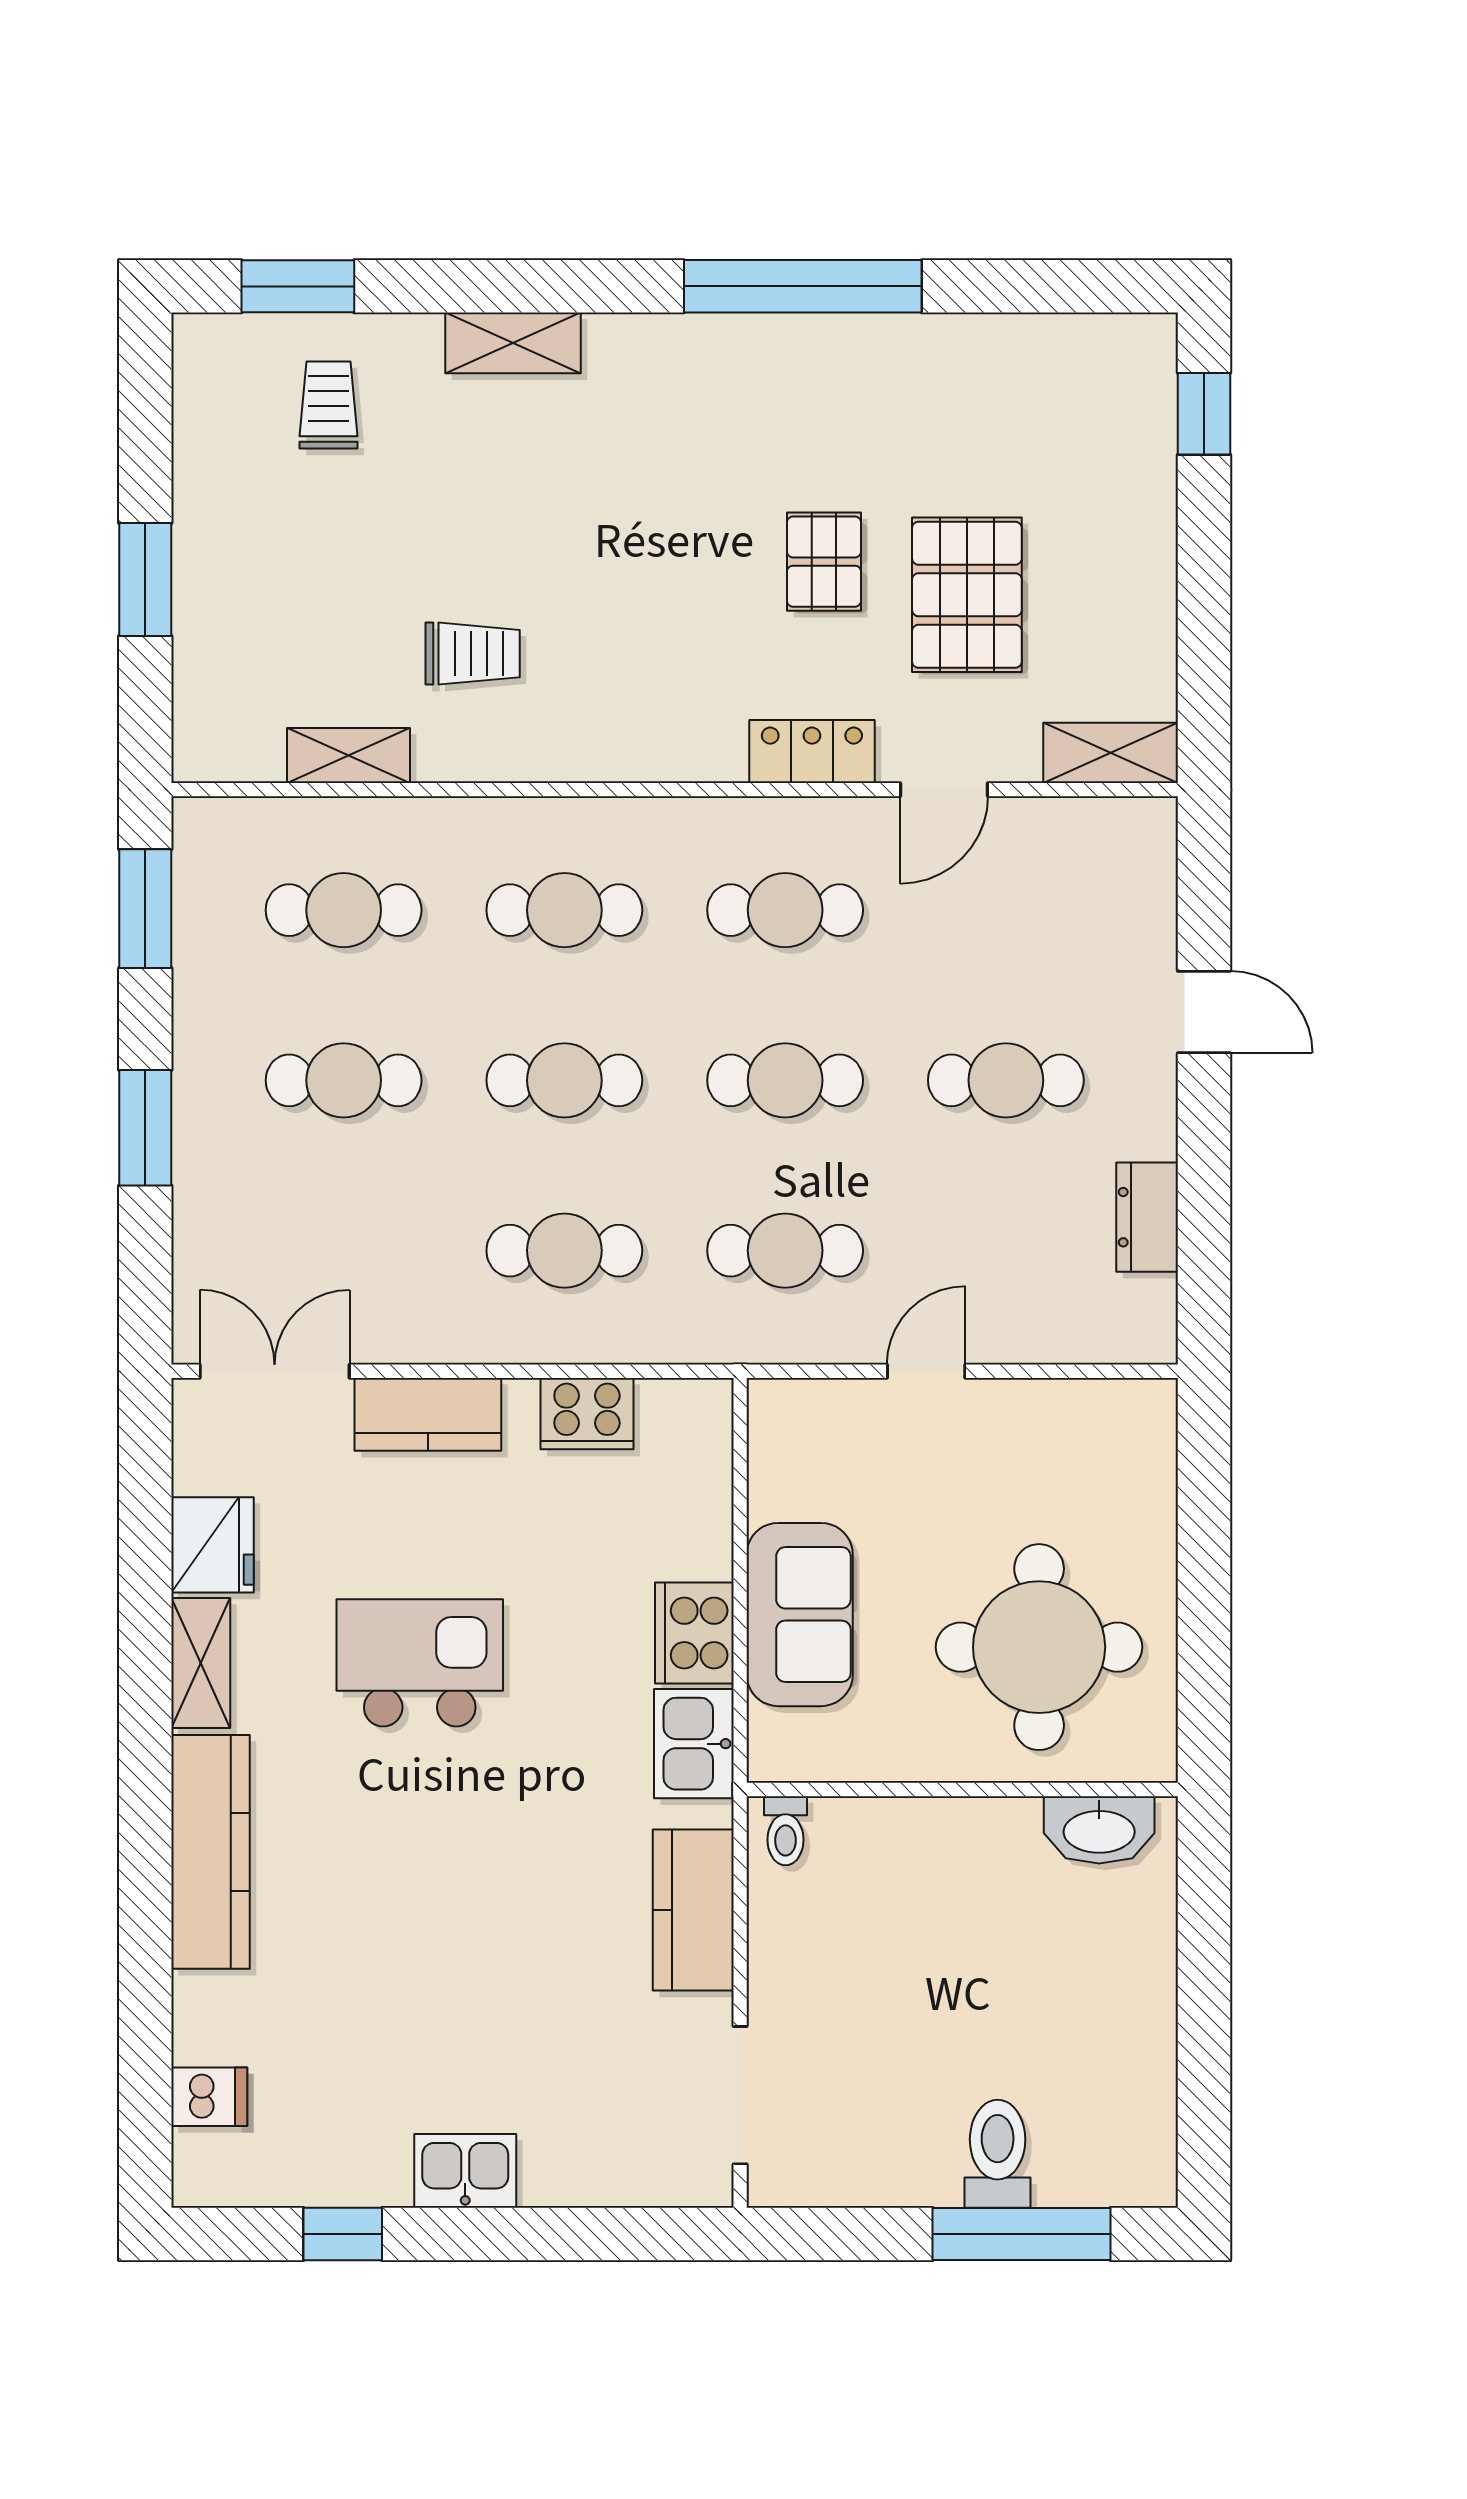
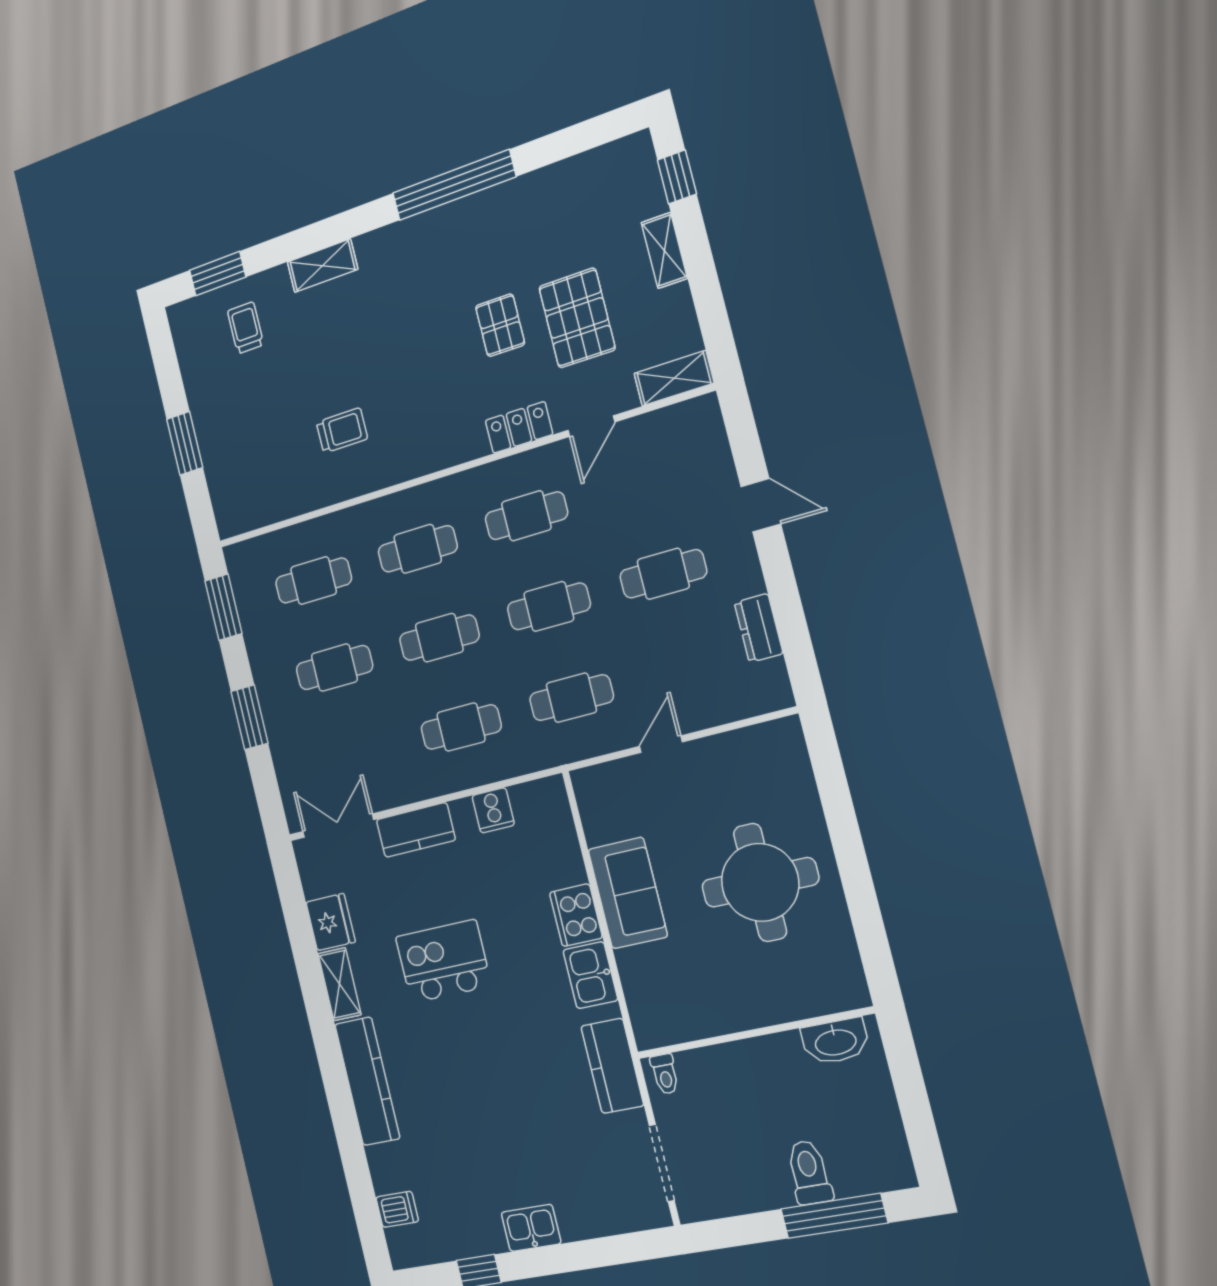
shelving: (348, 755) -> (664, 250), moved, turned 90
cooker: (587, 1414) -> (493, 810), width x0.73
wall: (962, 1789) -> (754, 1033), moved
washbasin: (1099, 1830) -> (835, 1041), moved
toilet: (786, 1831) -> (665, 1074), moved

